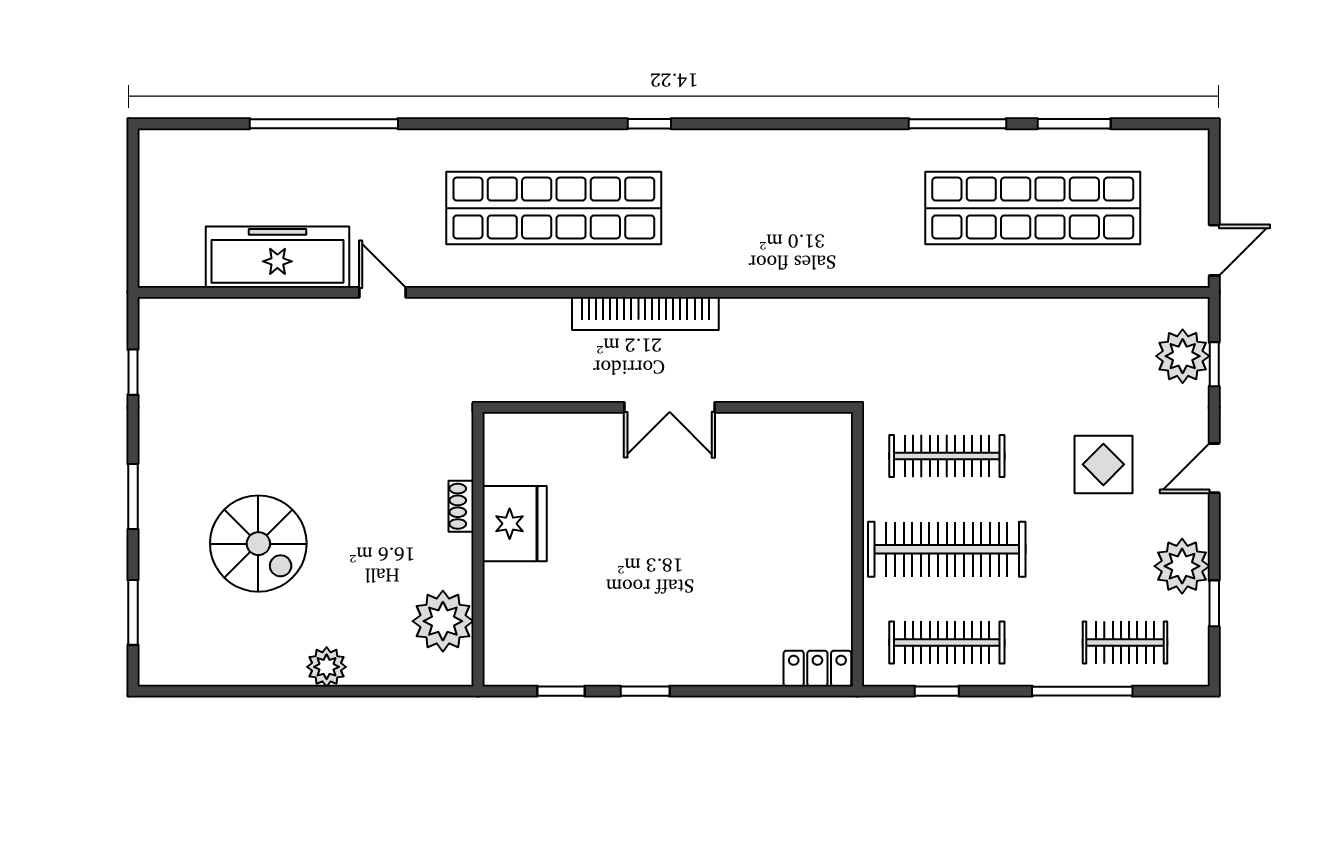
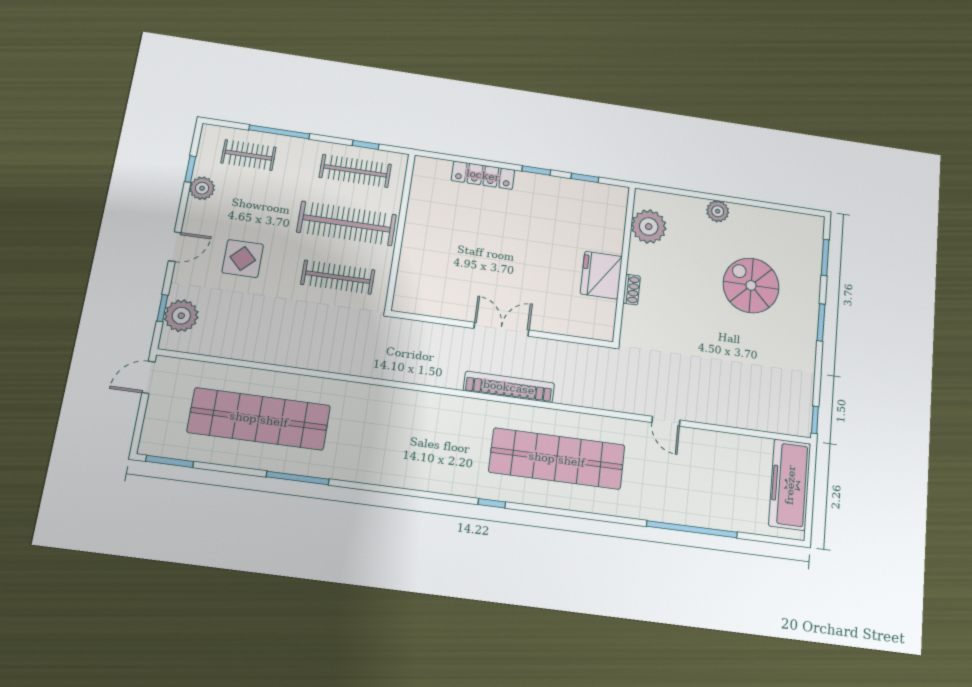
window: (1074, 124) -> (170, 461), moved
freezer: (277, 257) -> (790, 485), moved, turned 90
window: (133, 372) -> (815, 420), moved
plant: (1182, 566) -> (202, 188), width x0.73, depth x0.73
locker: (817, 669) -> (483, 175), moved, width x1.53

